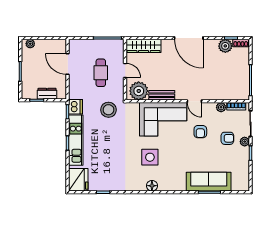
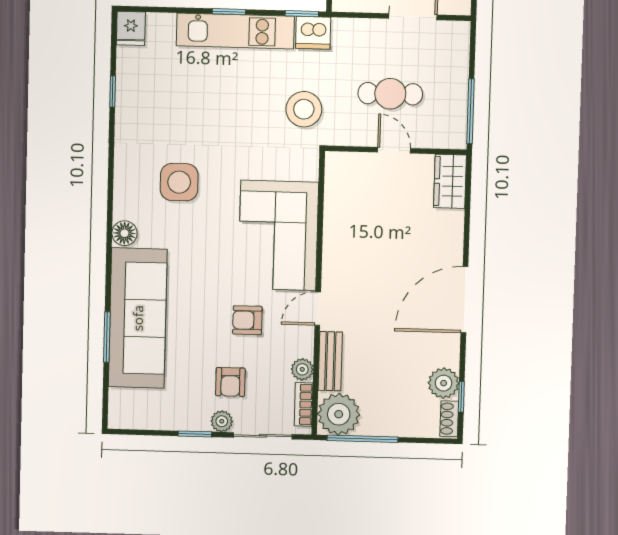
wardrobe: (144, 46) -> (450, 181), width x0.67
door: (125, 70) -> (394, 150), swing flipped
plant: (139, 91) -> (339, 414), moved
bench: (162, 95) -> (330, 361), moved
side table: (150, 157) -> (179, 182), moved
fridge: (78, 180) -> (131, 28), width x0.53, depth x0.75
sofa: (209, 182) -> (138, 318), width x1.36, depth x1.27
floor lamp: (152, 186) -> (124, 233), moved

